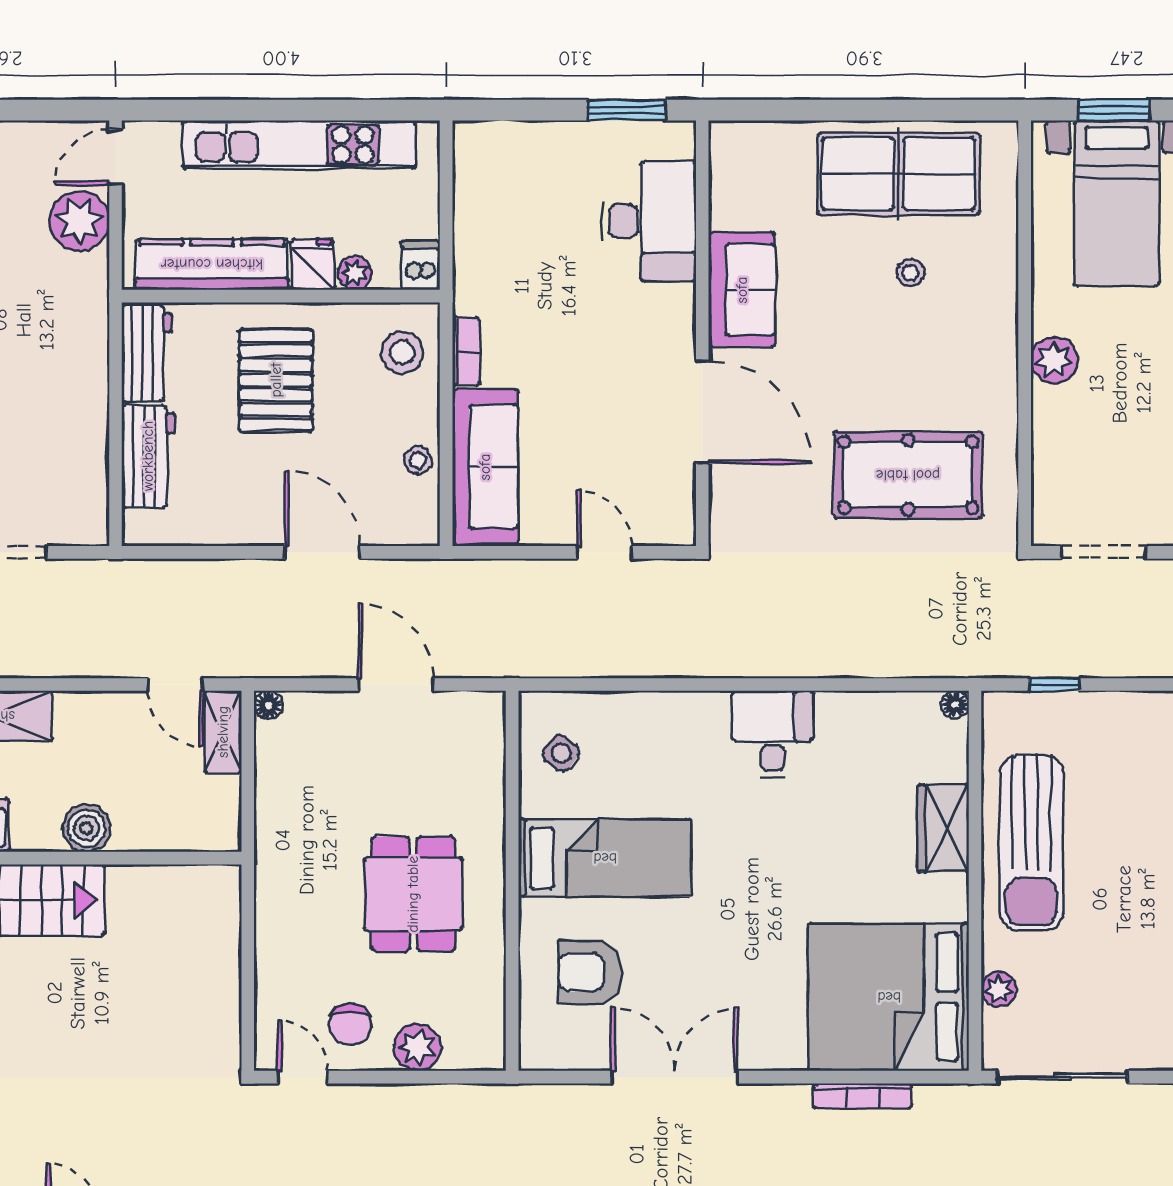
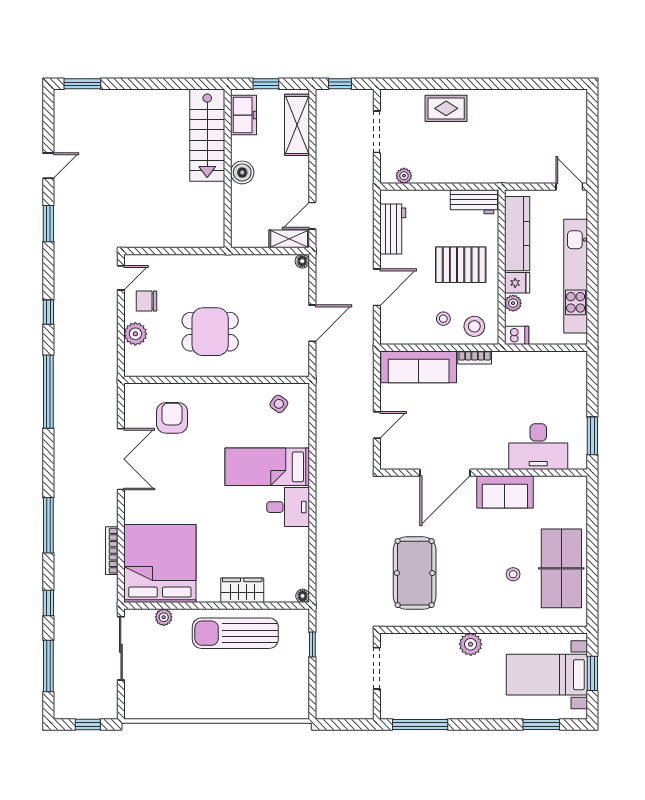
plant: (79, 221) -> (404, 176), moved, width x0.53, depth x0.53
workbench: (148, 456) -> (393, 229), moved, turned -90
stool: (418, 460) -> (443, 319), moved
bed: (605, 858) -> (267, 467), moved, turned 90

